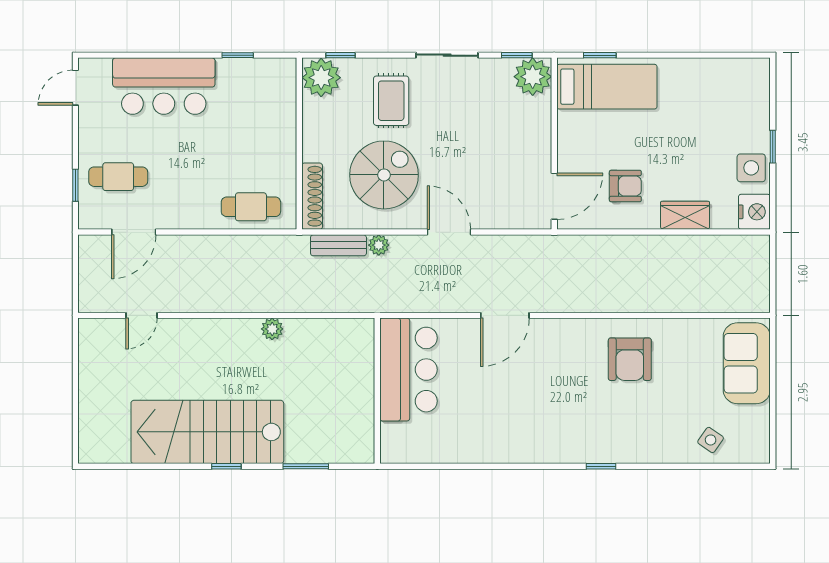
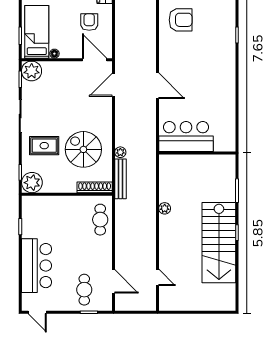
floor lamp: (566, 120) -> (54, 54), added
door: (449, 232) -> (114, 85), moved
bench: (338, 245) -> (120, 179), width x1.36

